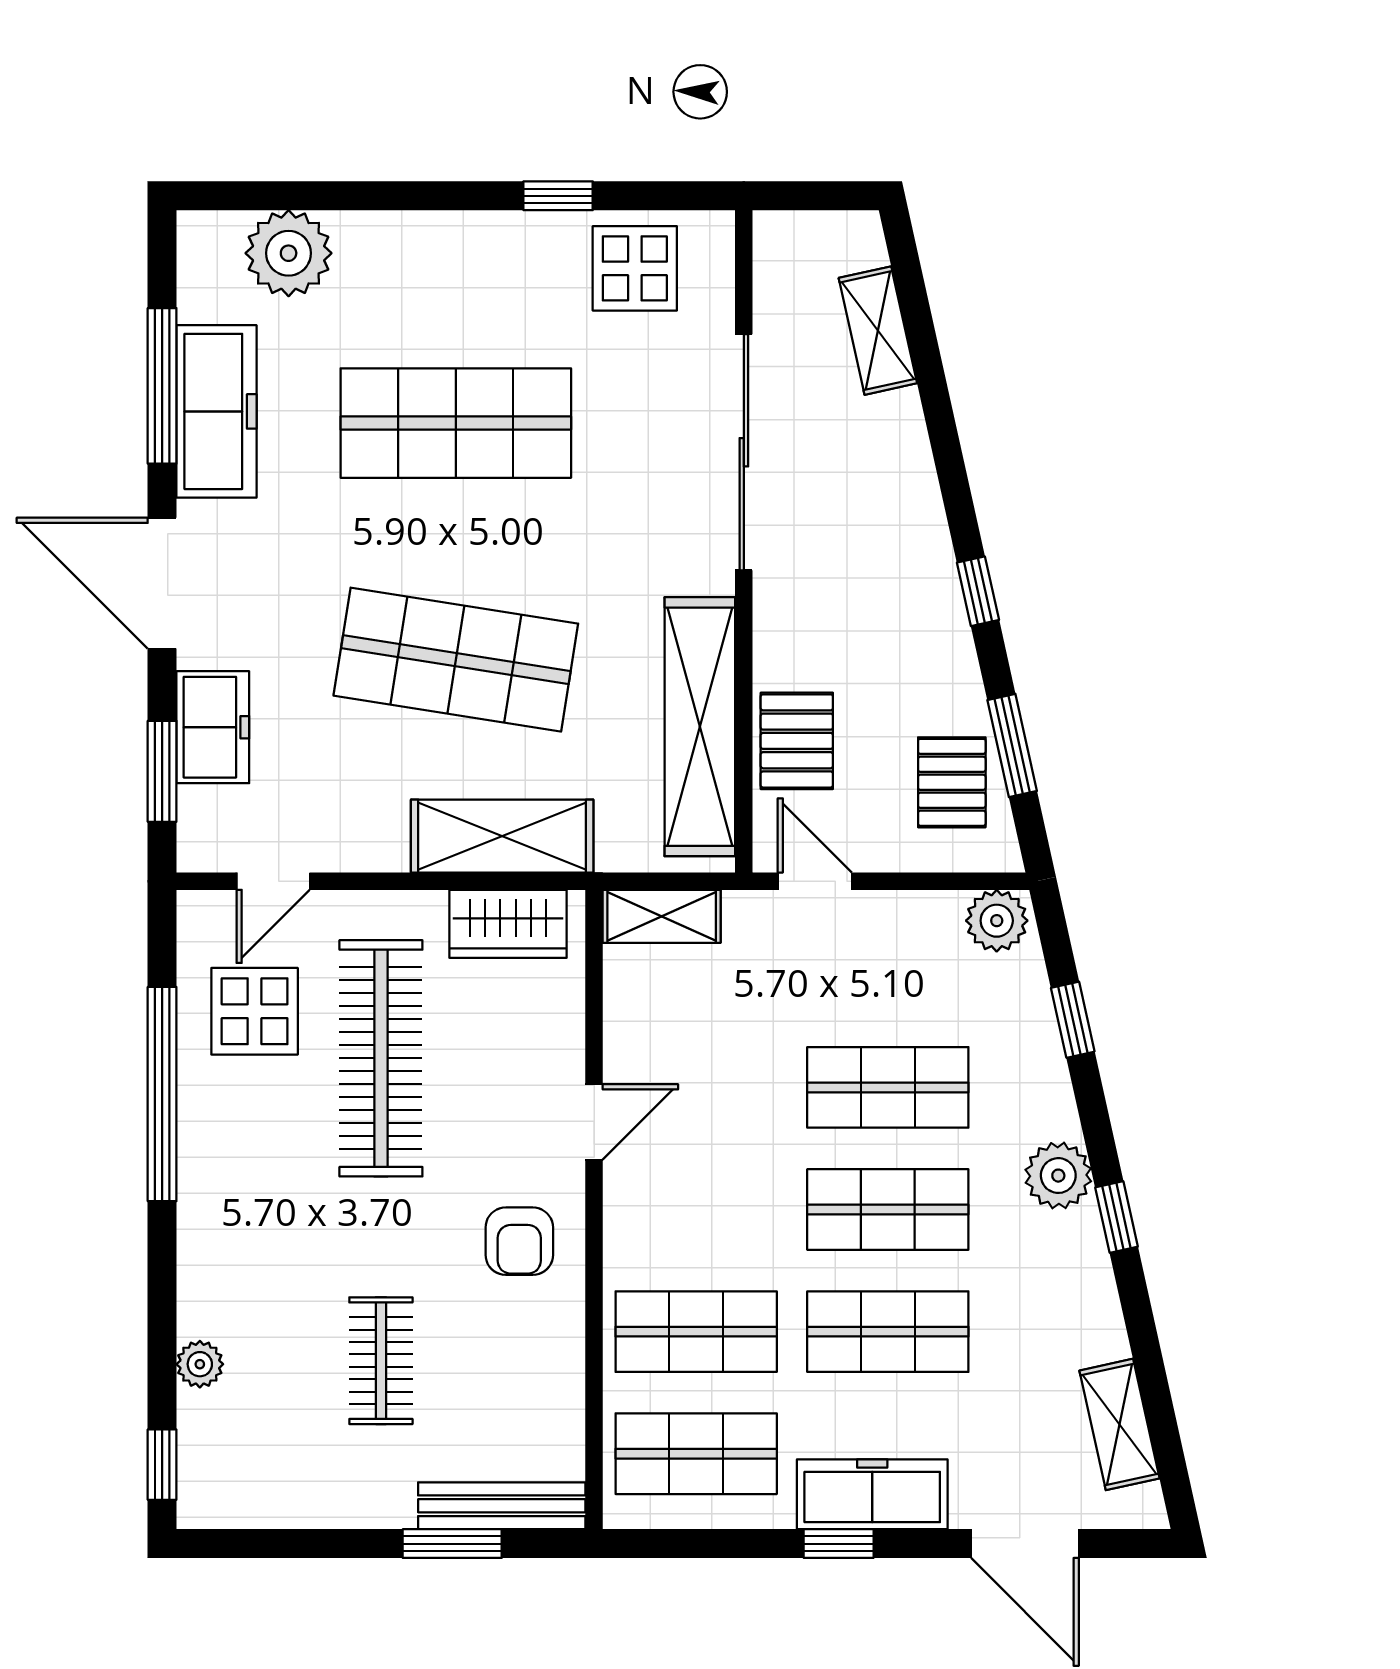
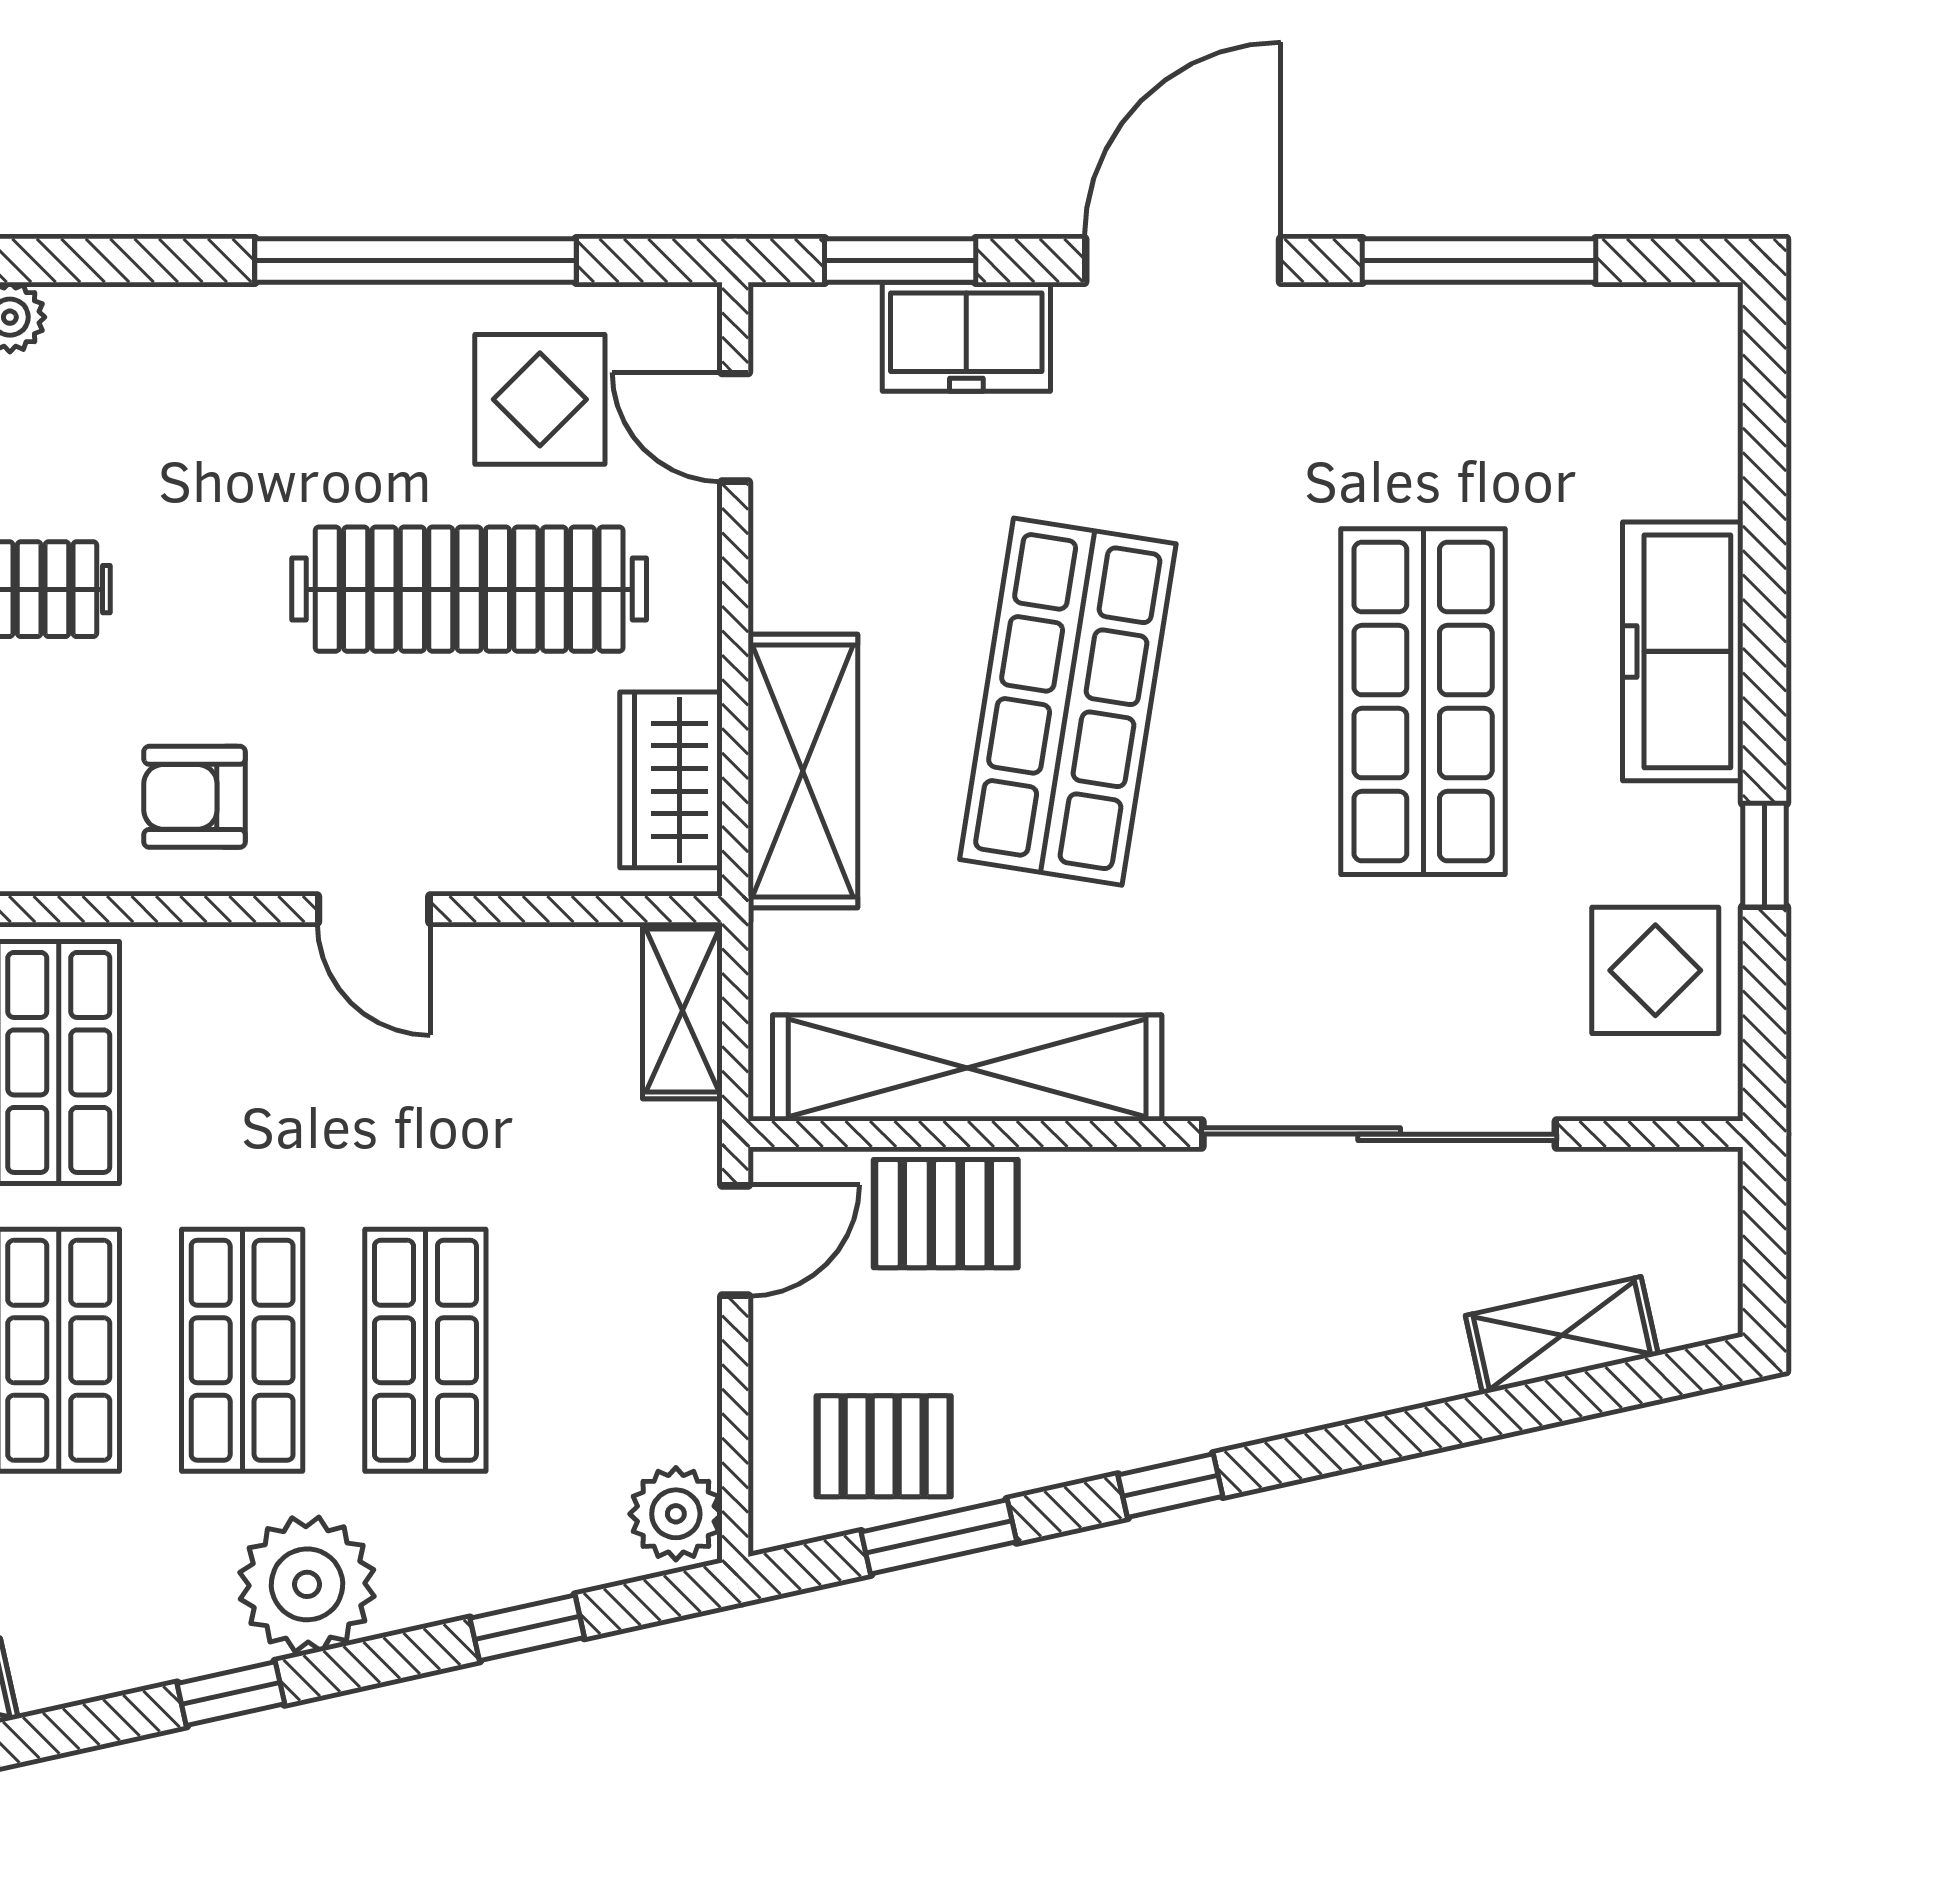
plant: (289, 253) -> (1678, 450), removed
freezer: (217, 411) -> (1683, 651), moved, turned 90
plant: (1058, 1176) -> (307, 1584), width x1.36, depth x1.36

